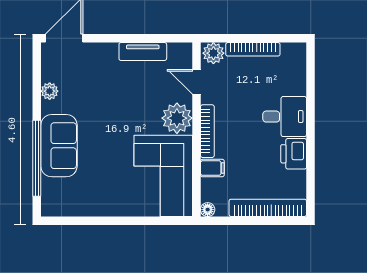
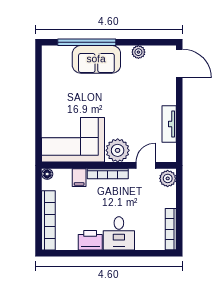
bookcase: (253, 49) -> (171, 229), moved

